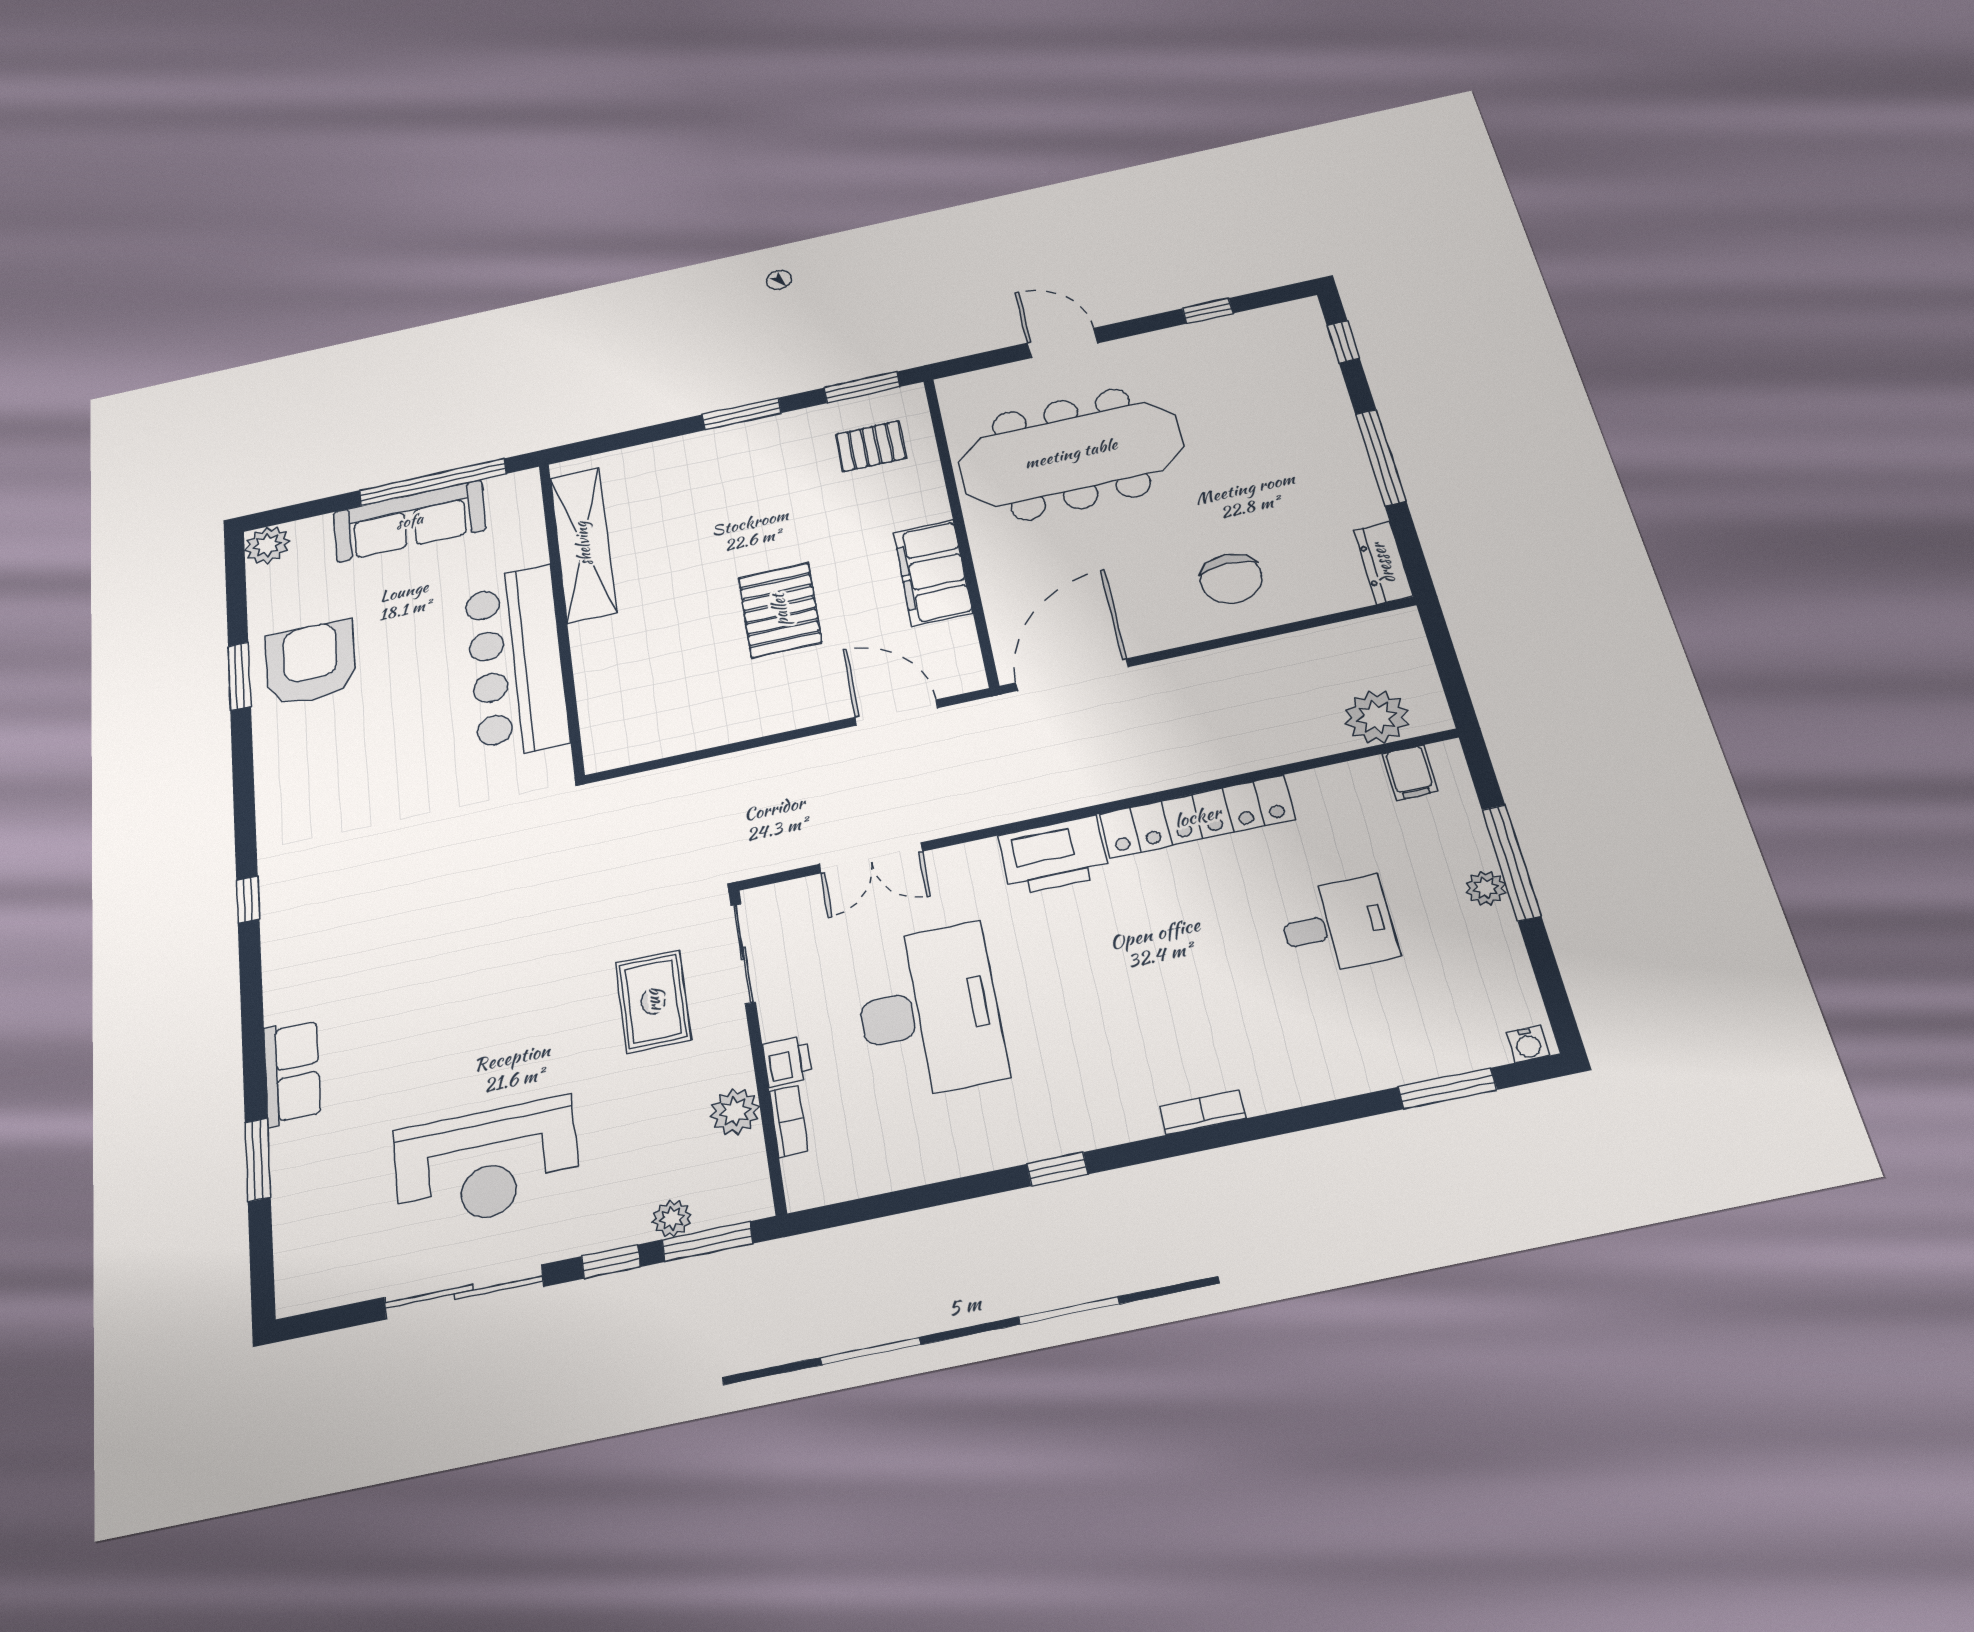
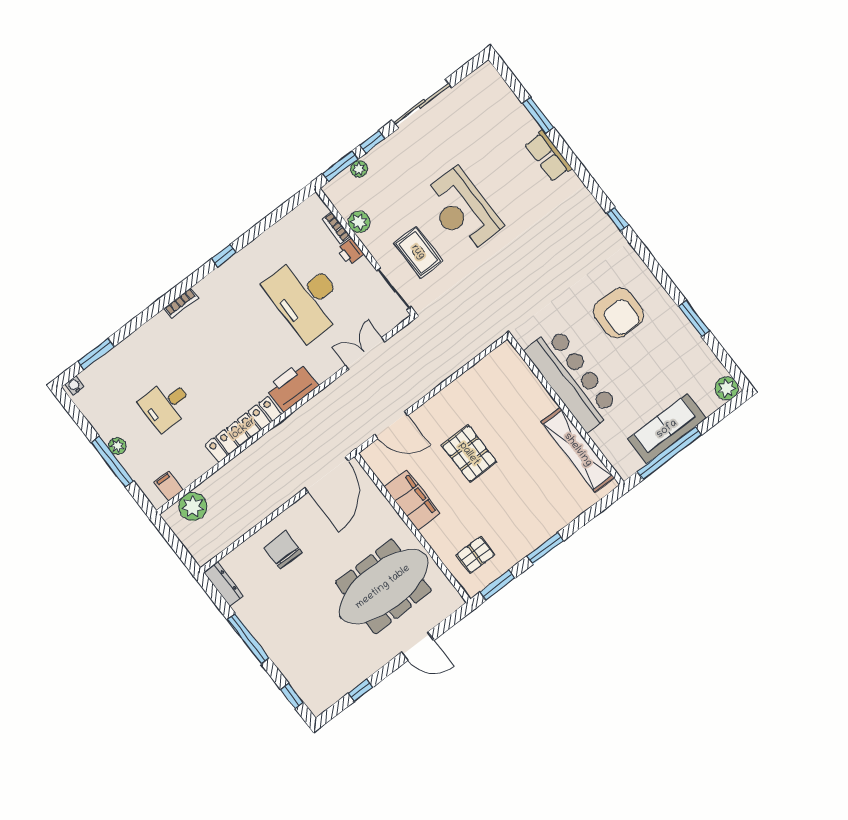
armchair: (311, 663) -> (618, 313), moved
reception desk: (486, 1164) -> (462, 210), moved, turned -90

